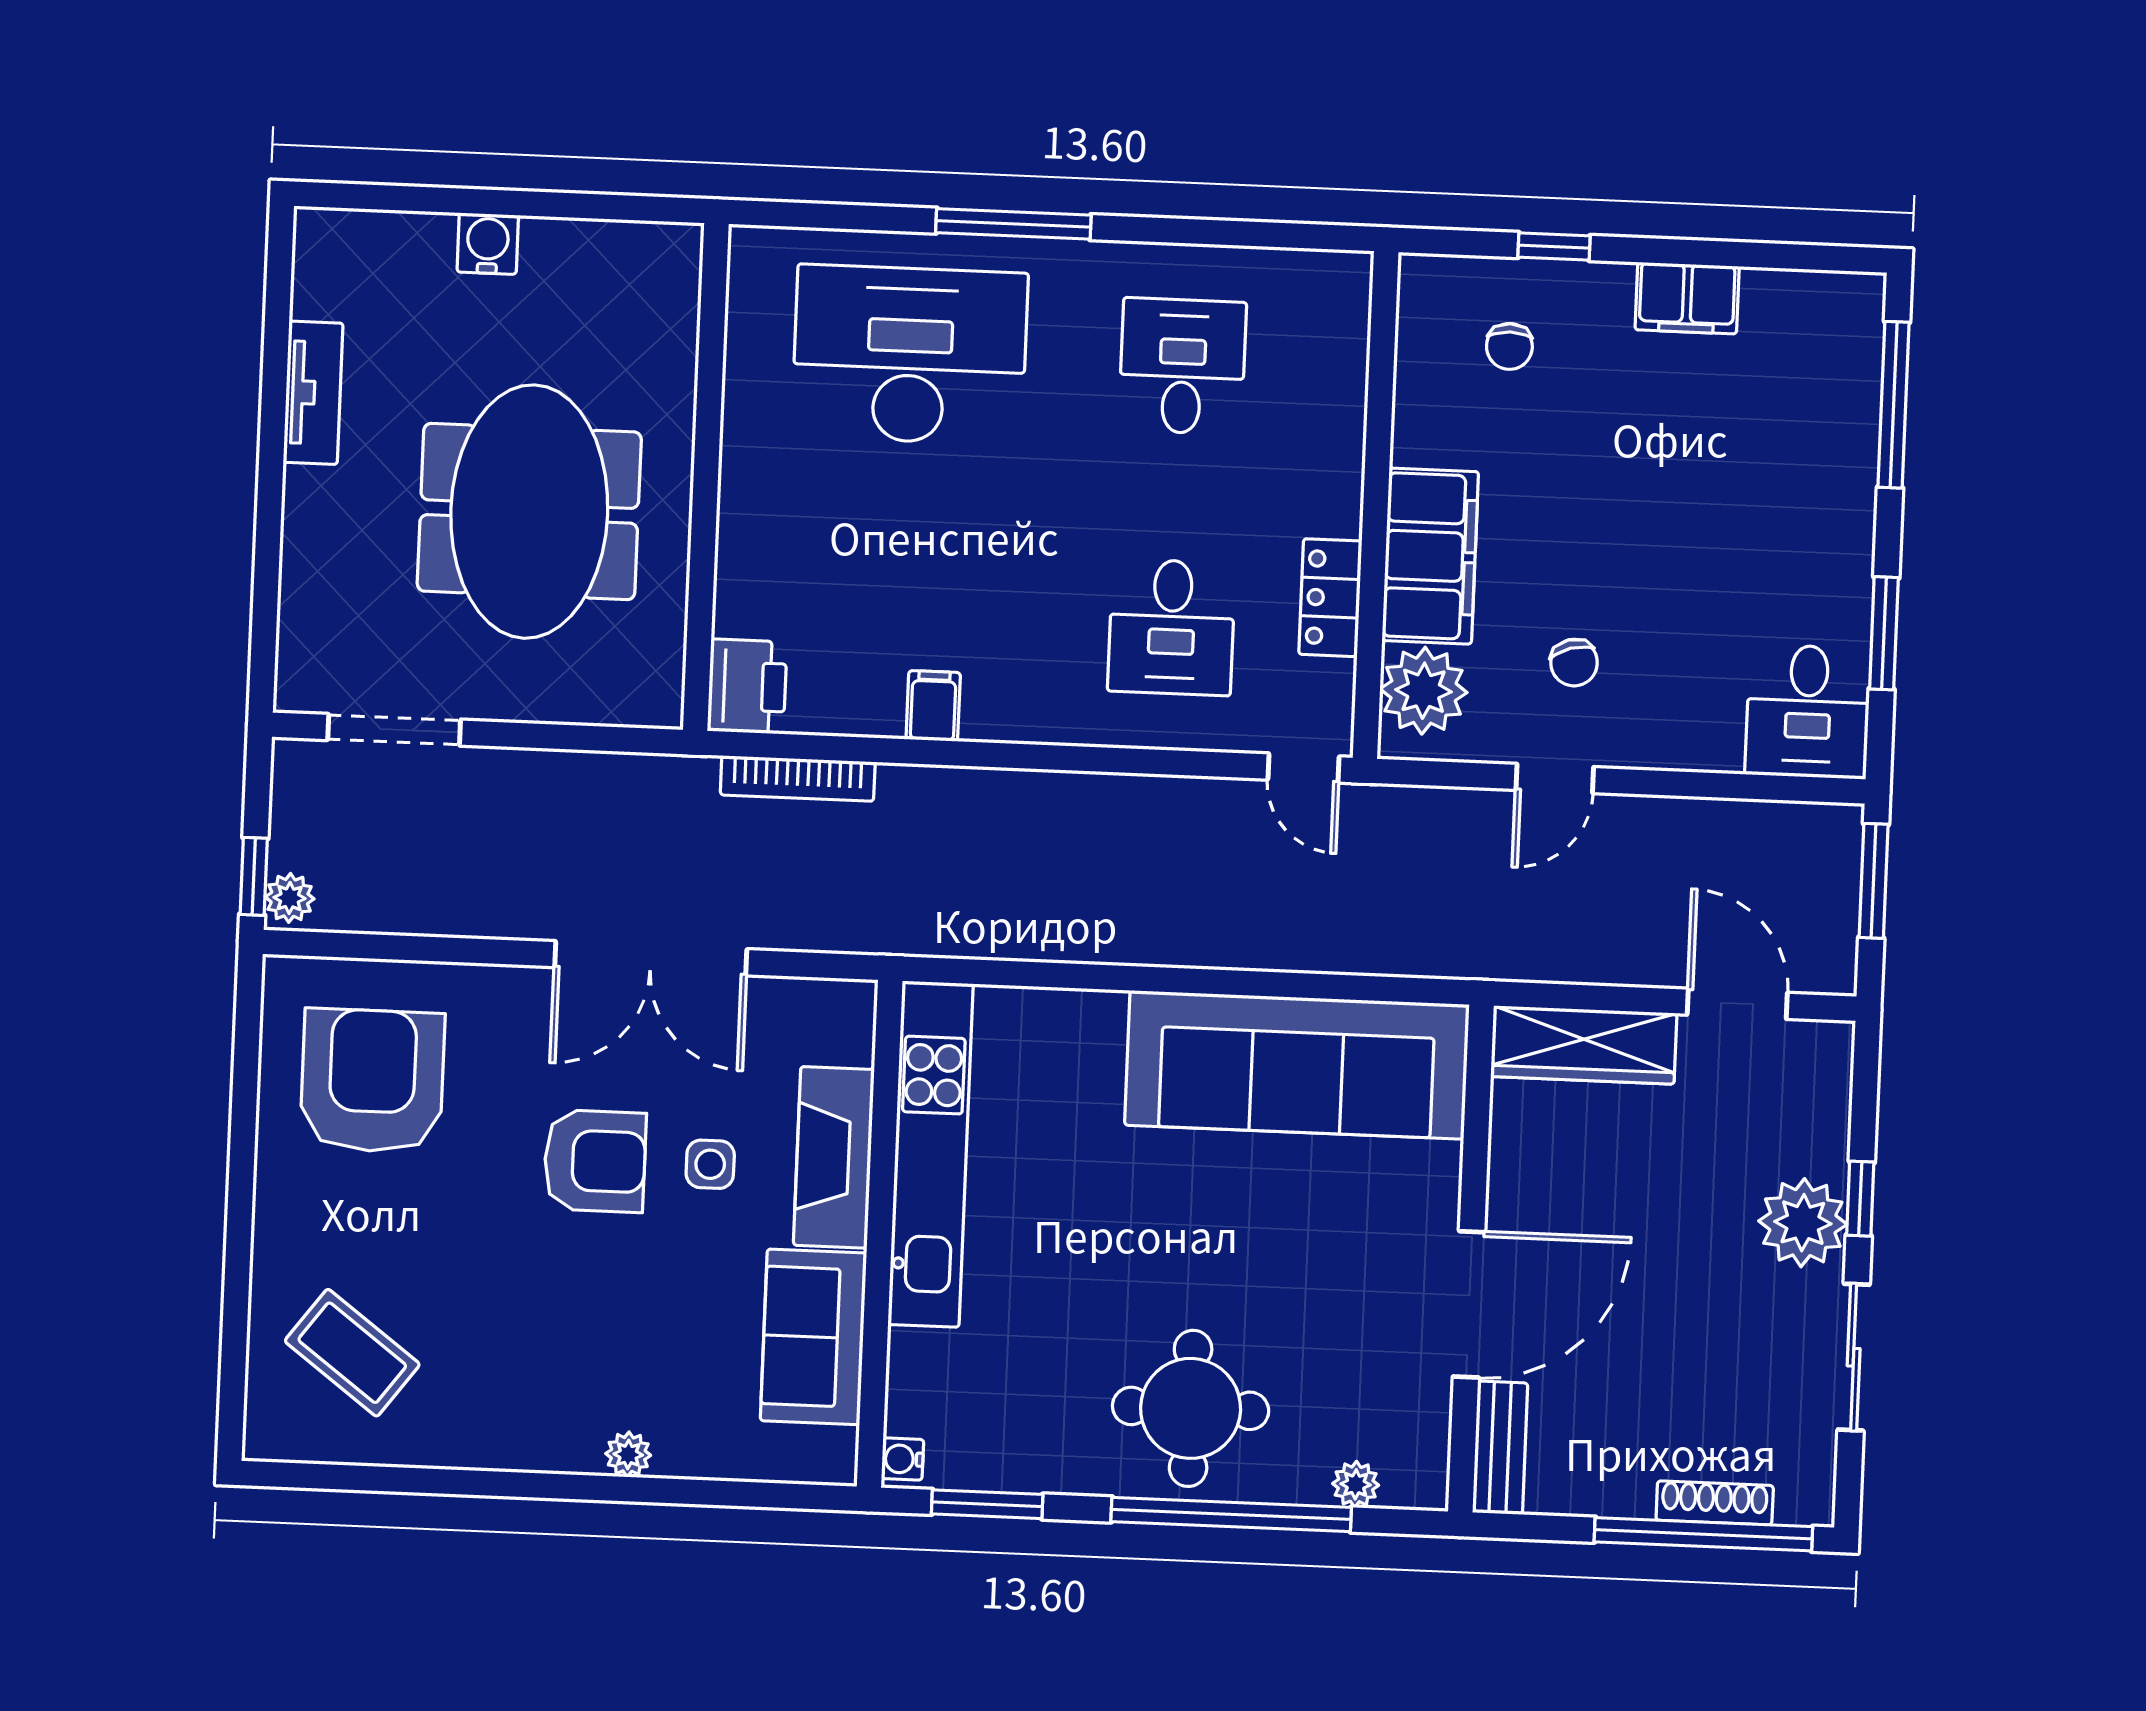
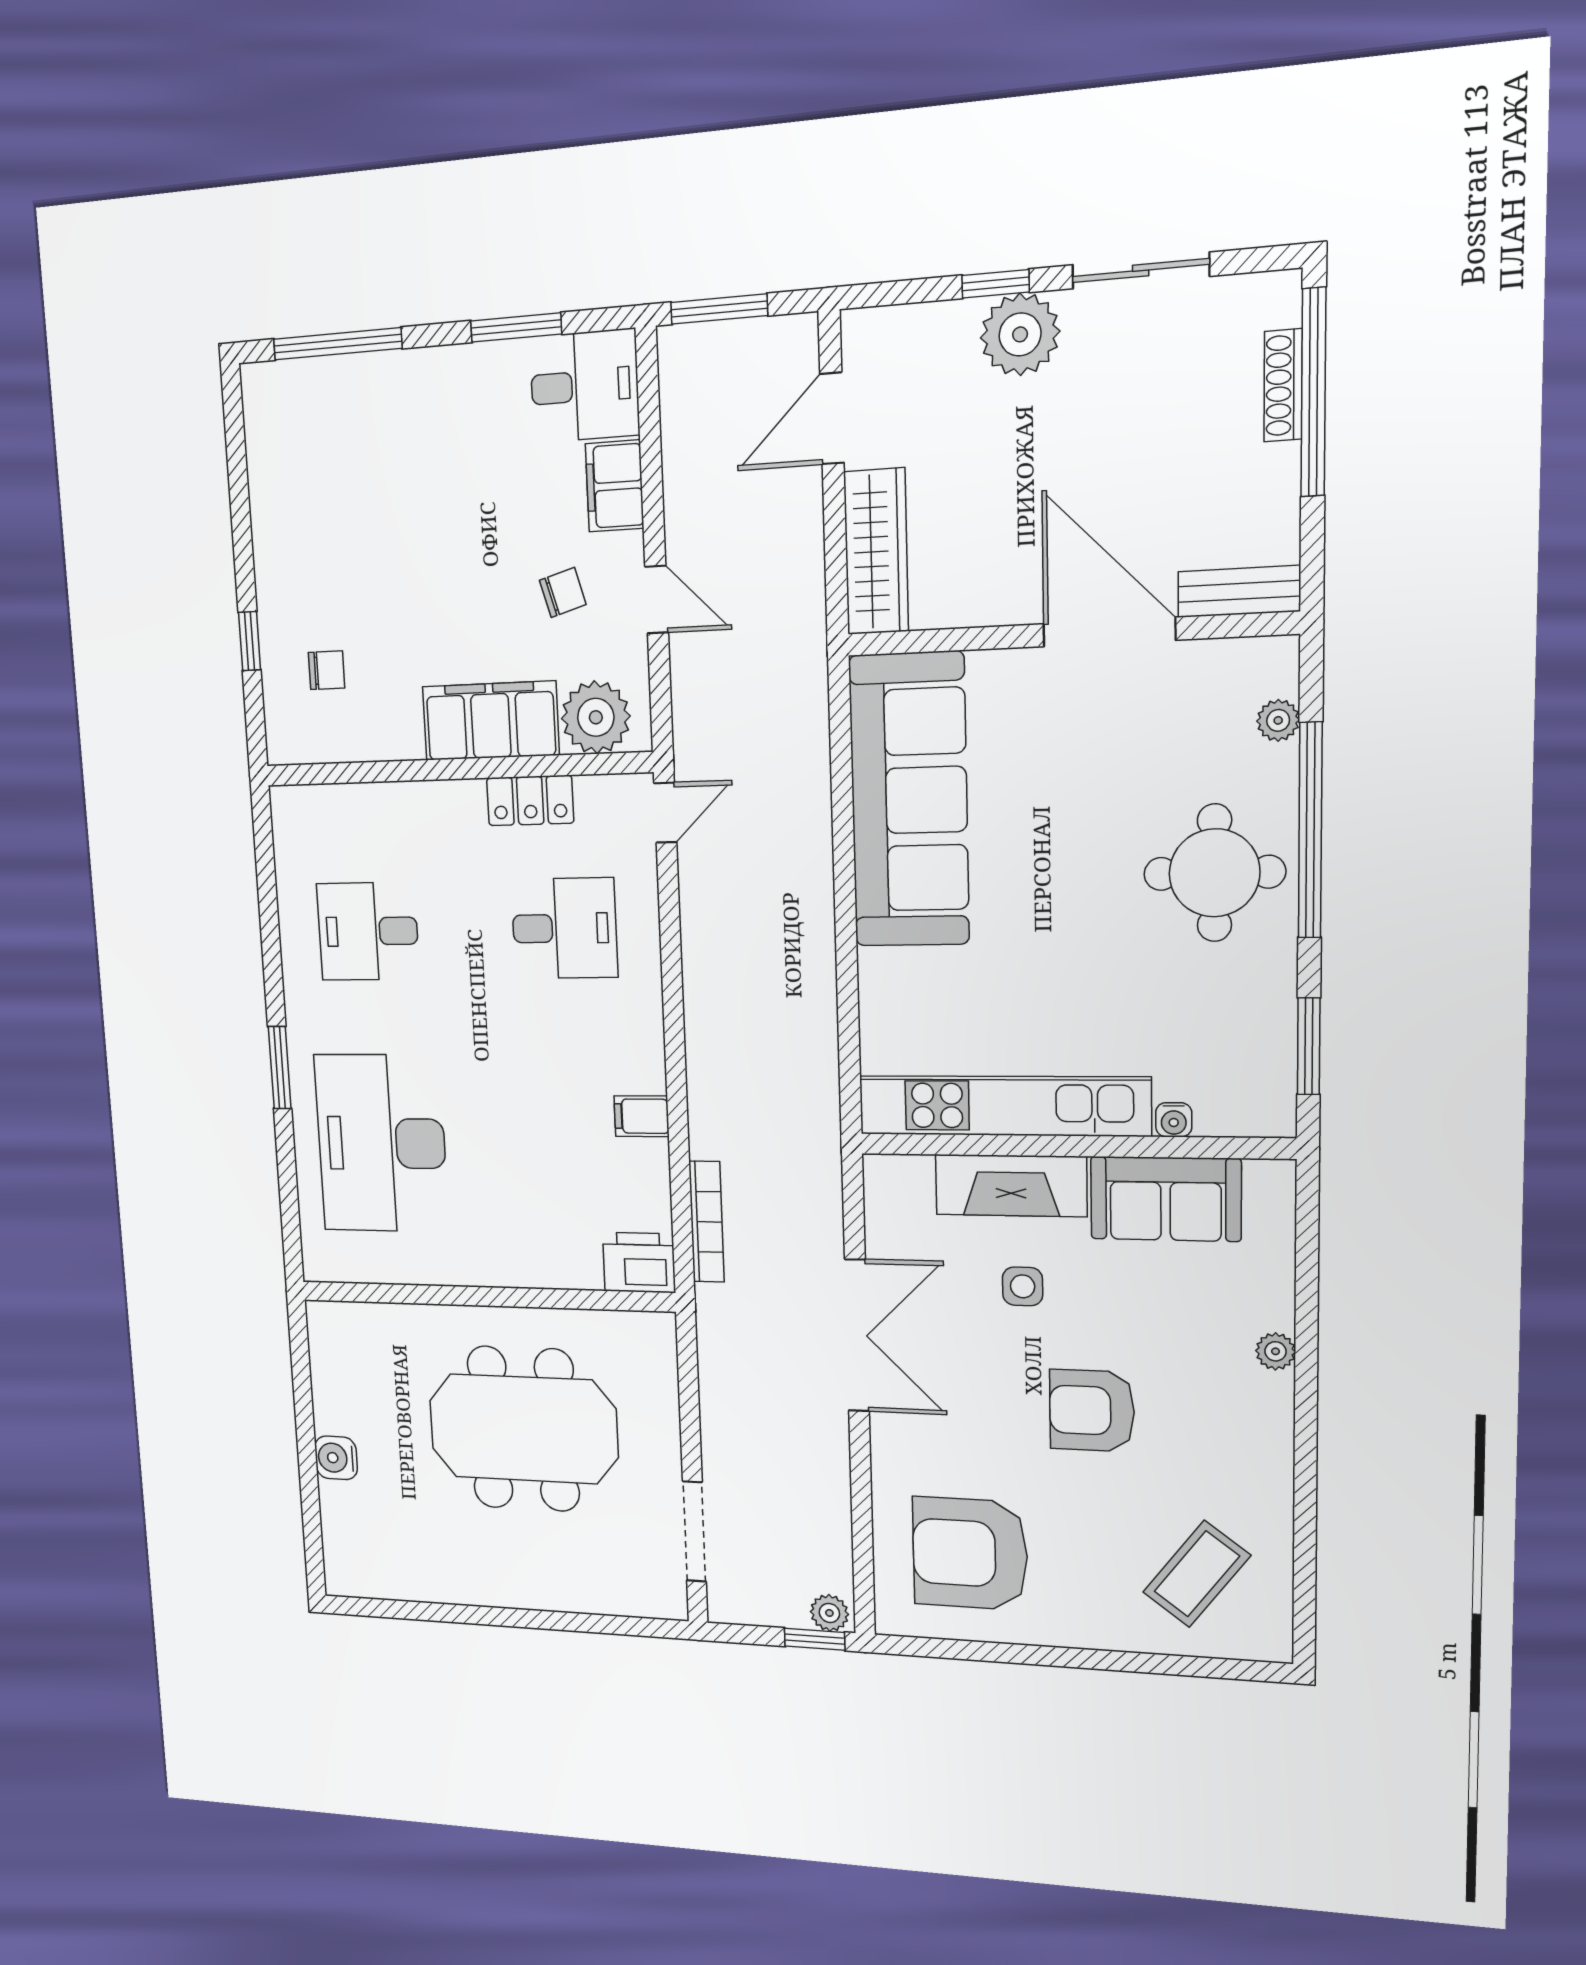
window: (1013, 224) -> (280, 1068), width x0.69
filing cabinet: (1687, 298) -> (615, 486), moved, turned 180
tv unit: (313, 393) -> (454, 1586), removed
armchair: (595, 1161) -> (1092, 1410), moved, turned -90
water cooler: (903, 1459) -> (1174, 1120), moved

